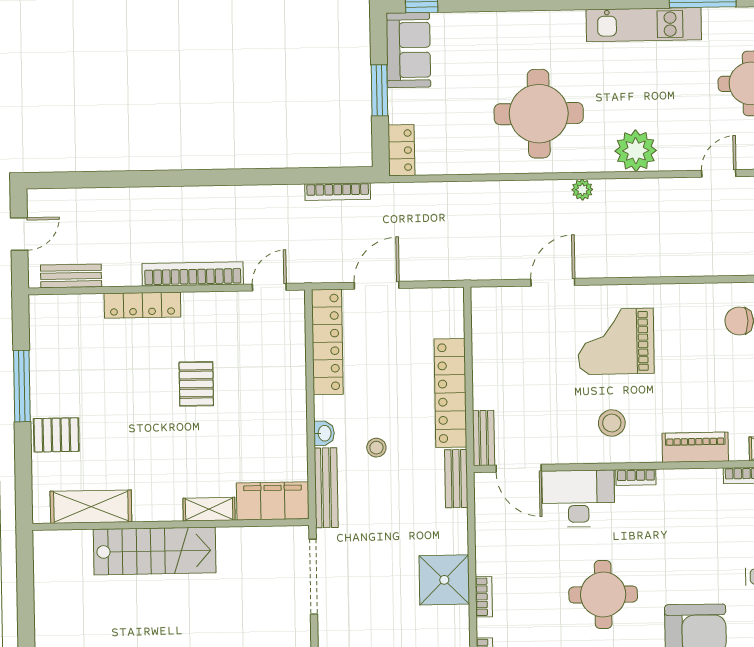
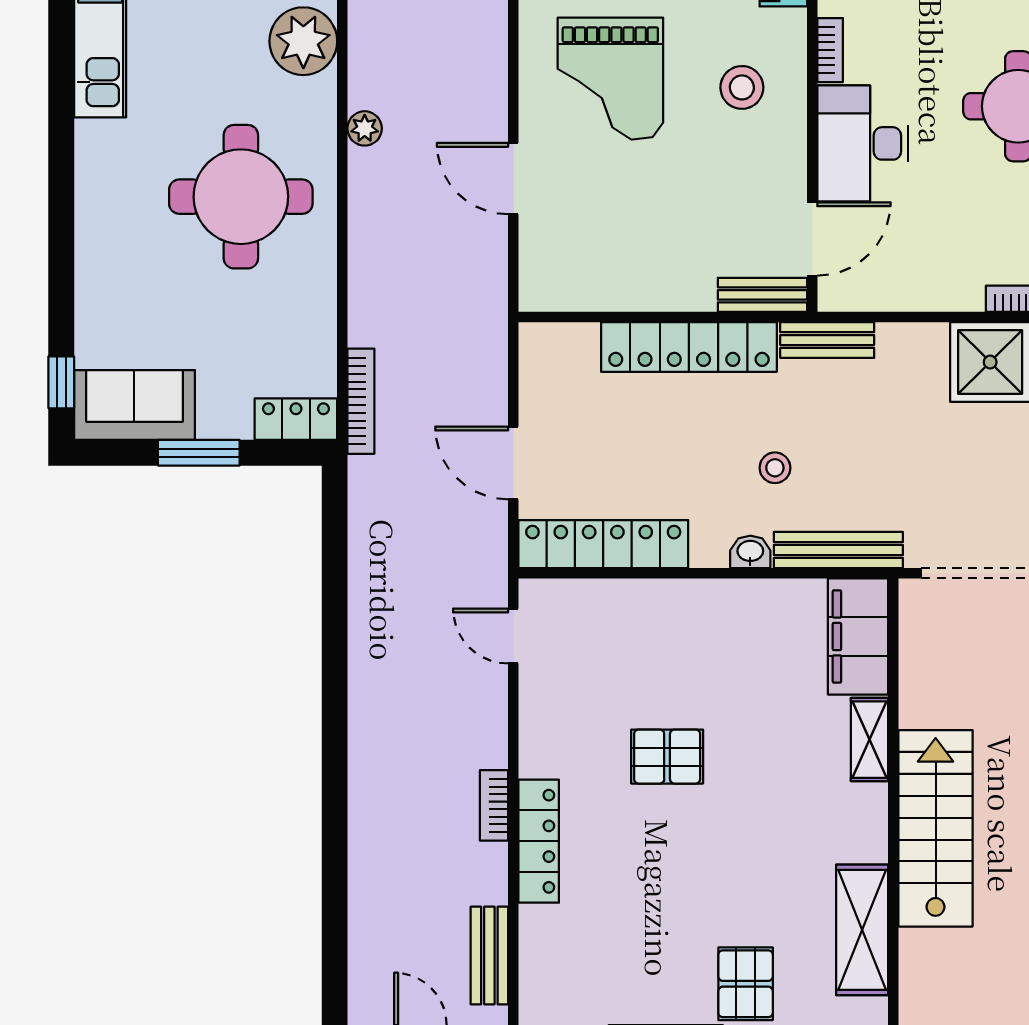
bookcase: (338, 192) -> (361, 401), moved
bookcase: (193, 274) -> (494, 805), width x0.43, depth x0.76

